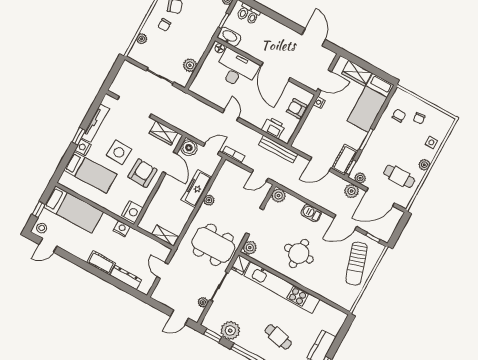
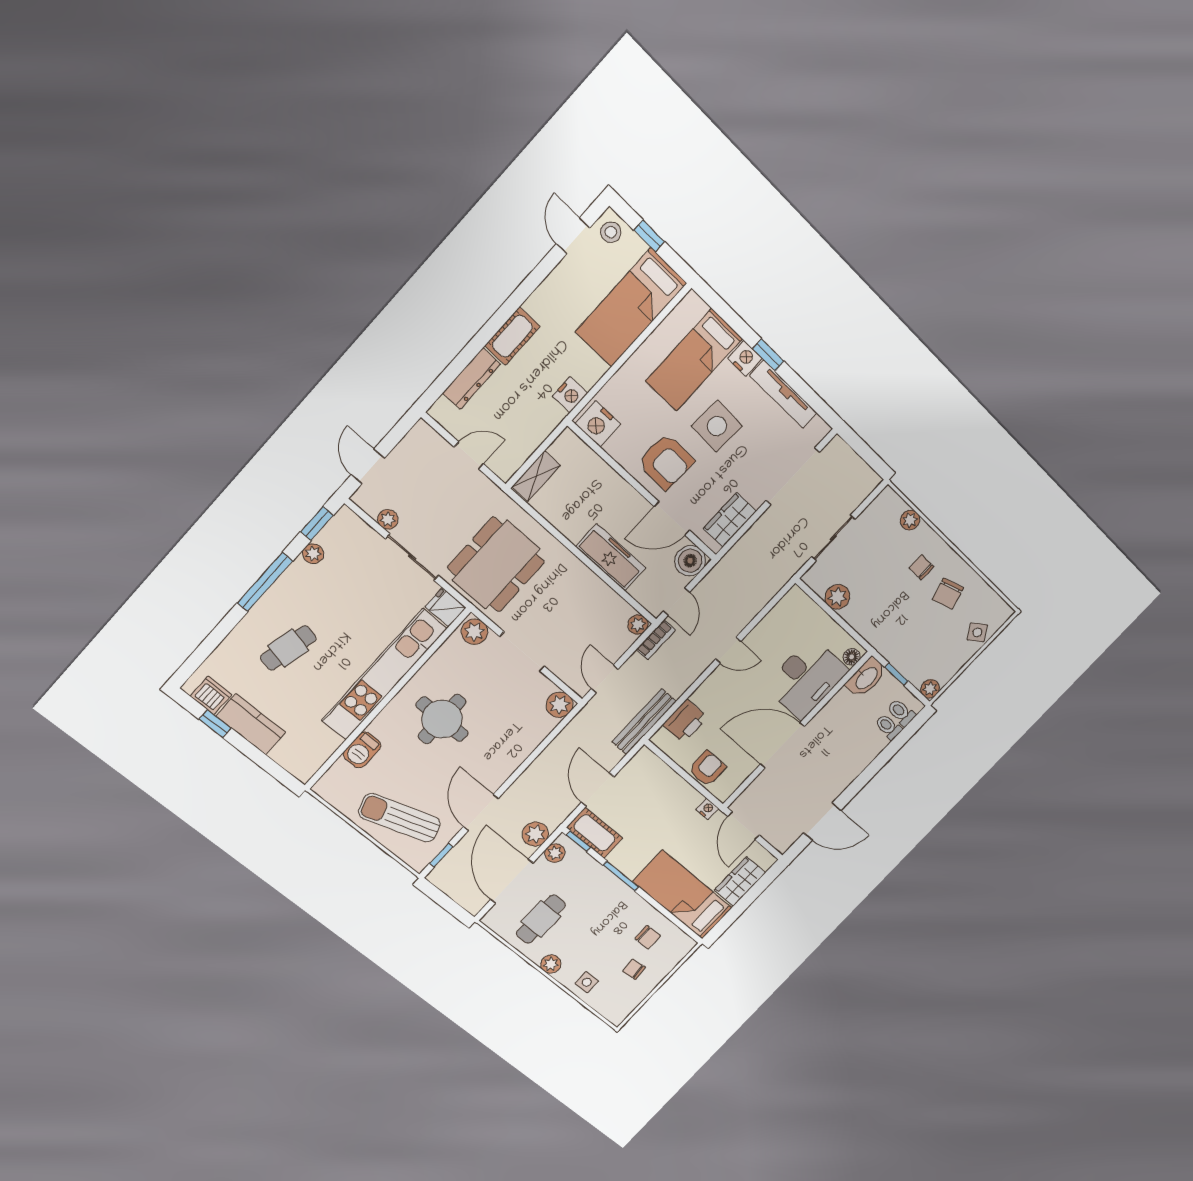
plant: (209, 200) -> (638, 625), moved
barbecue: (311, 213) -> (362, 750), moved, turned 180
plant: (230, 331) -> (313, 554), width x0.53, depth x0.53

